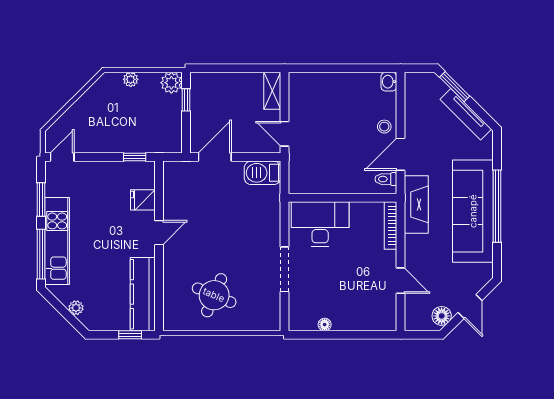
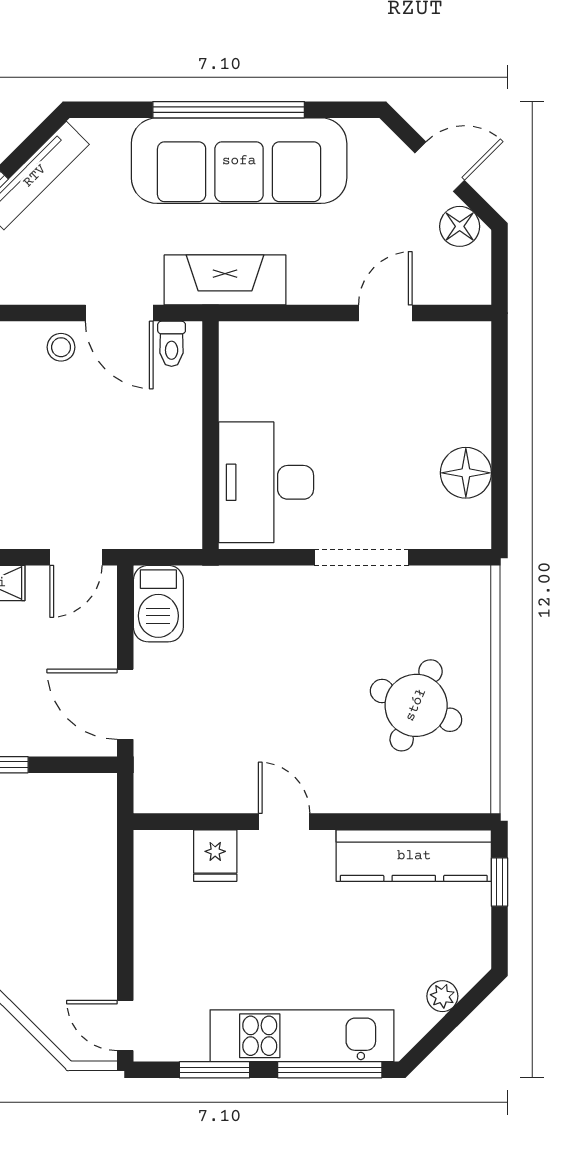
window: (135, 157) -> (125, 873), removed
bookcase: (390, 225) -> (269, 334), removed
floor lamp: (325, 325) -> (466, 473), width x1.89, depth x1.89

